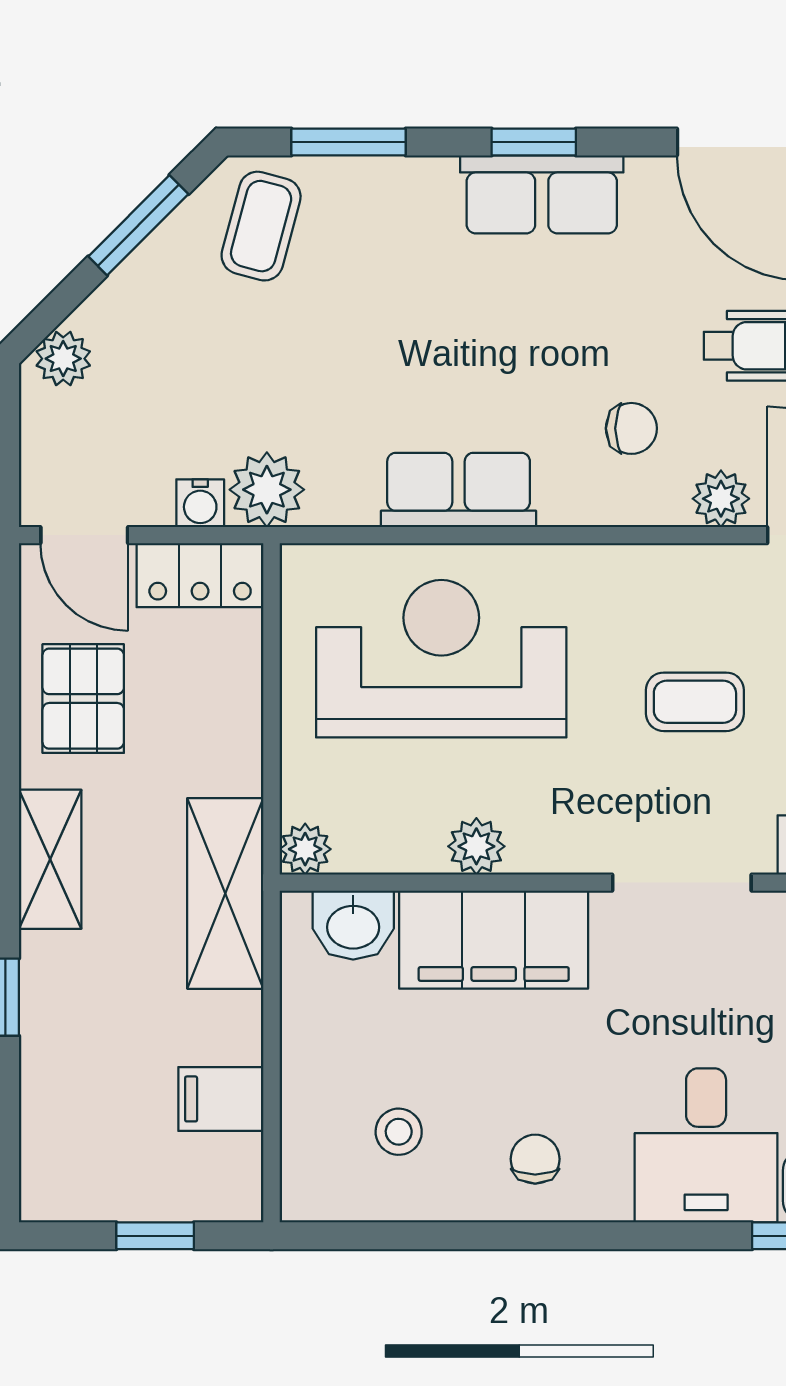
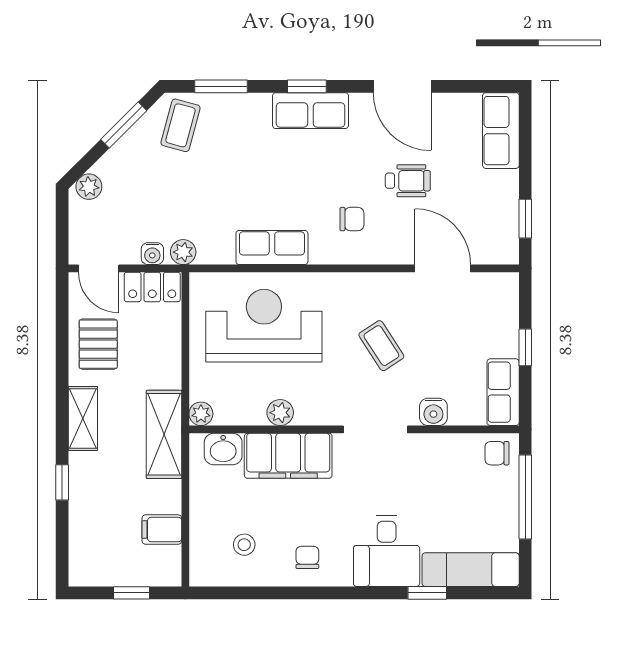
plant: (267, 490) -> (183, 252), width x0.73, depth x0.73
plant: (721, 499) -> (393, 252), removed
coffee table: (695, 702) -> (381, 346), turned 57

